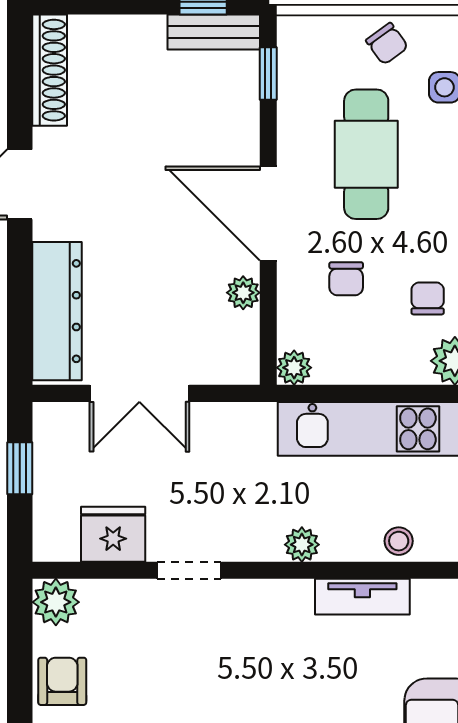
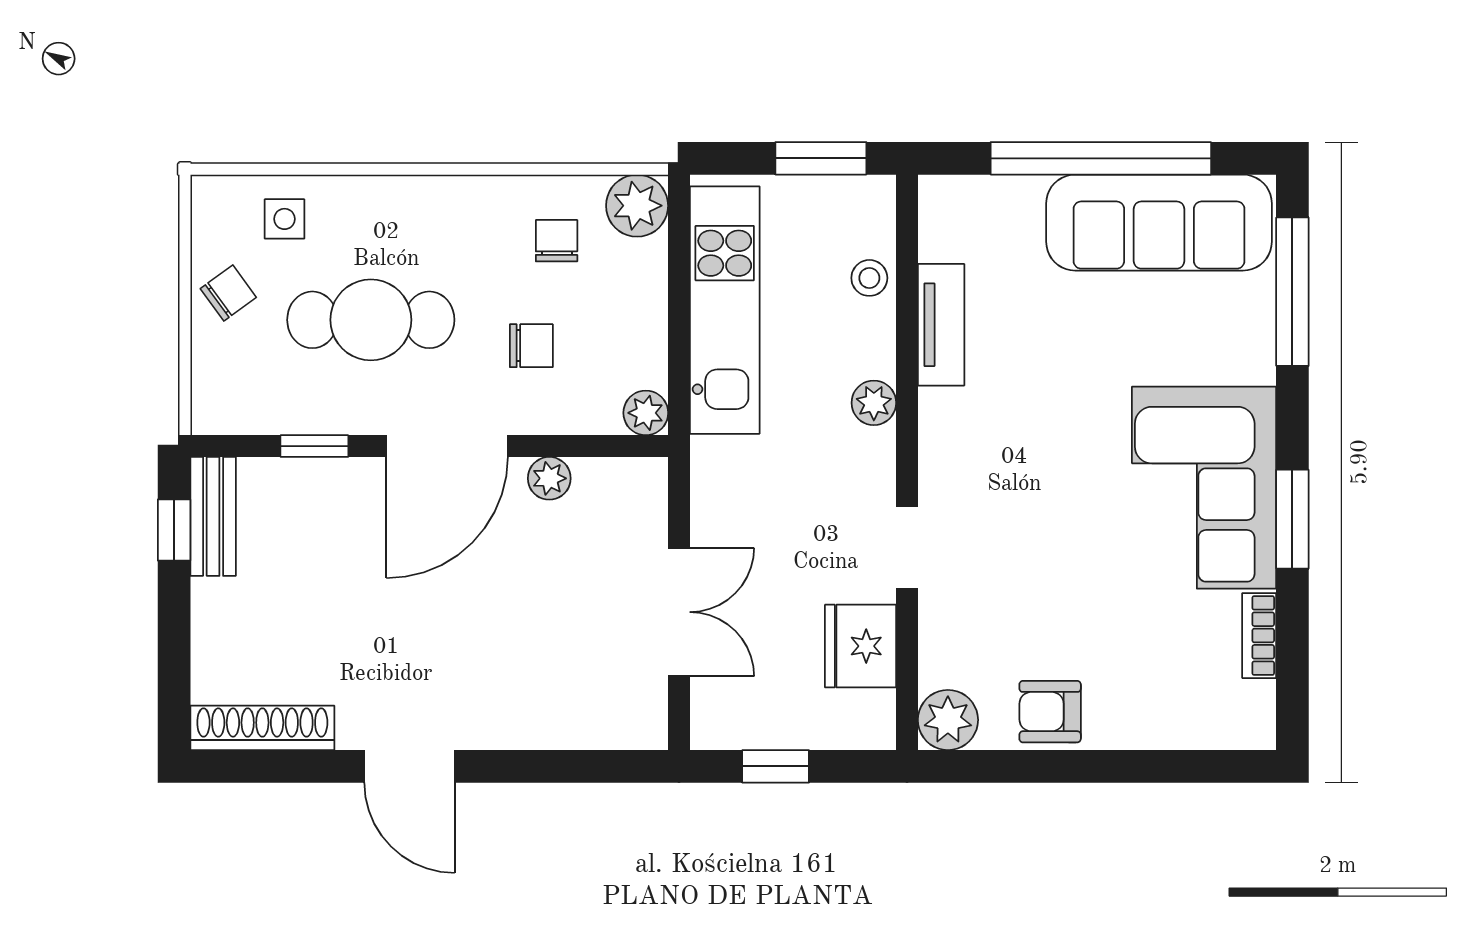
window: (268, 73) -> (314, 446), moved
chair: (428, 298) -> (557, 241), turned 90
dresser: (57, 311) -> (573, 718), removed

